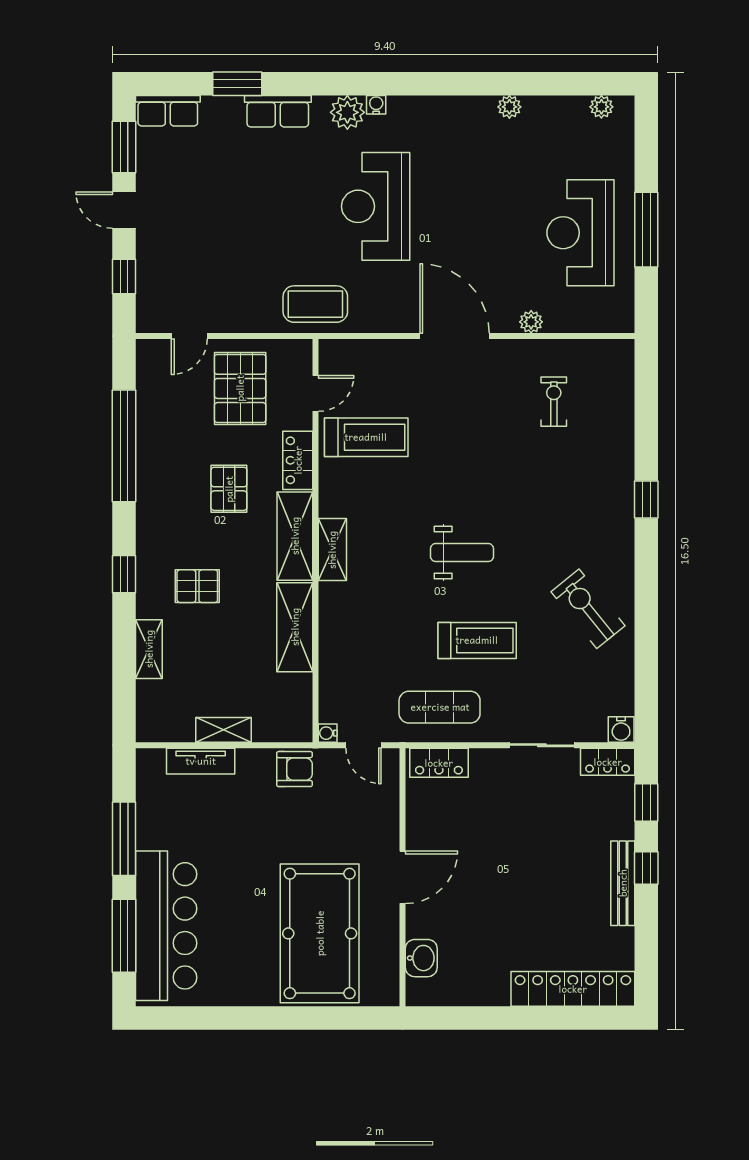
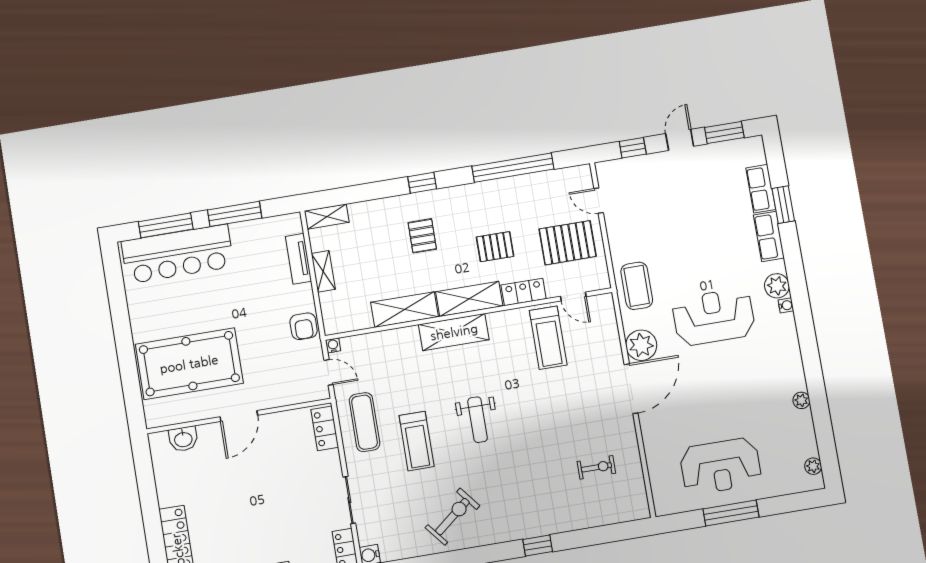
row of seats: (168, 111) -> (761, 189), moved
reception desk: (580, 233) -> (720, 466), turned 180
plant: (531, 322) -> (641, 345), moved, width x1.88, depth x1.88
shelving: (332, 550) -> (454, 332), width x1.50, depth x1.33
shelving: (149, 649) -> (327, 217), moved
door: (363, 745) -> (329, 372), swing flipped
door: (402, 877) -> (239, 416), hinge flipped

